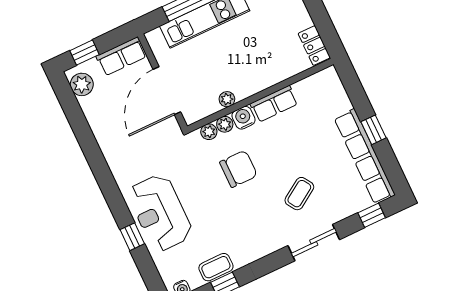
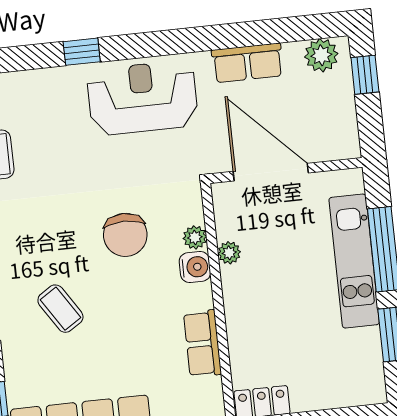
row of seats: (121, 56) -> (247, 63), moved, turned -90
row of seats: (274, 104) -> (202, 344), moved
plant: (209, 132) -> (192, 211), removed
reception desk: (160, 213) -> (142, 98), moved

